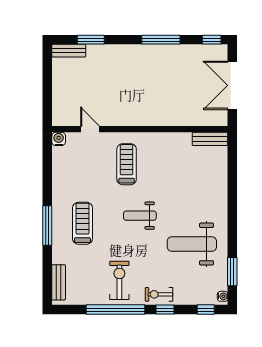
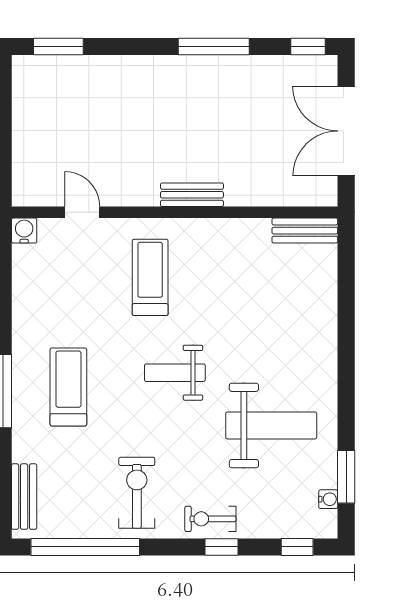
window: (91, 40) -> (58, 46), moved
bench: (69, 51) -> (192, 195), moved
weight bench: (192, 244) -> (271, 425), turned 180
water cooler: (223, 296) -> (328, 499), moved
window: (116, 310) -> (85, 547), moved

